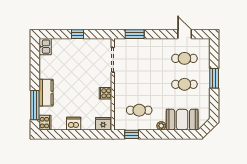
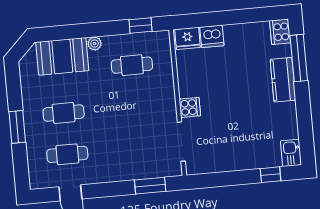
window: (78, 34) -> (270, 175), moved
cooker: (106, 93) -> (190, 107), moved
dishwasher: (74, 124) -> (212, 36), moved

